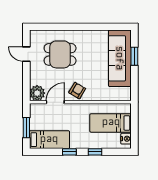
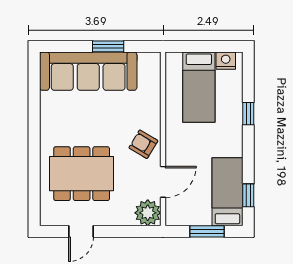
dining table: (60, 54) -> (82, 174), width x1.38
window: (134, 56) -> (108, 46), moved
door: (55, 102) -> (163, 182), swing flipped
window: (69, 152) -> (248, 195), moved

